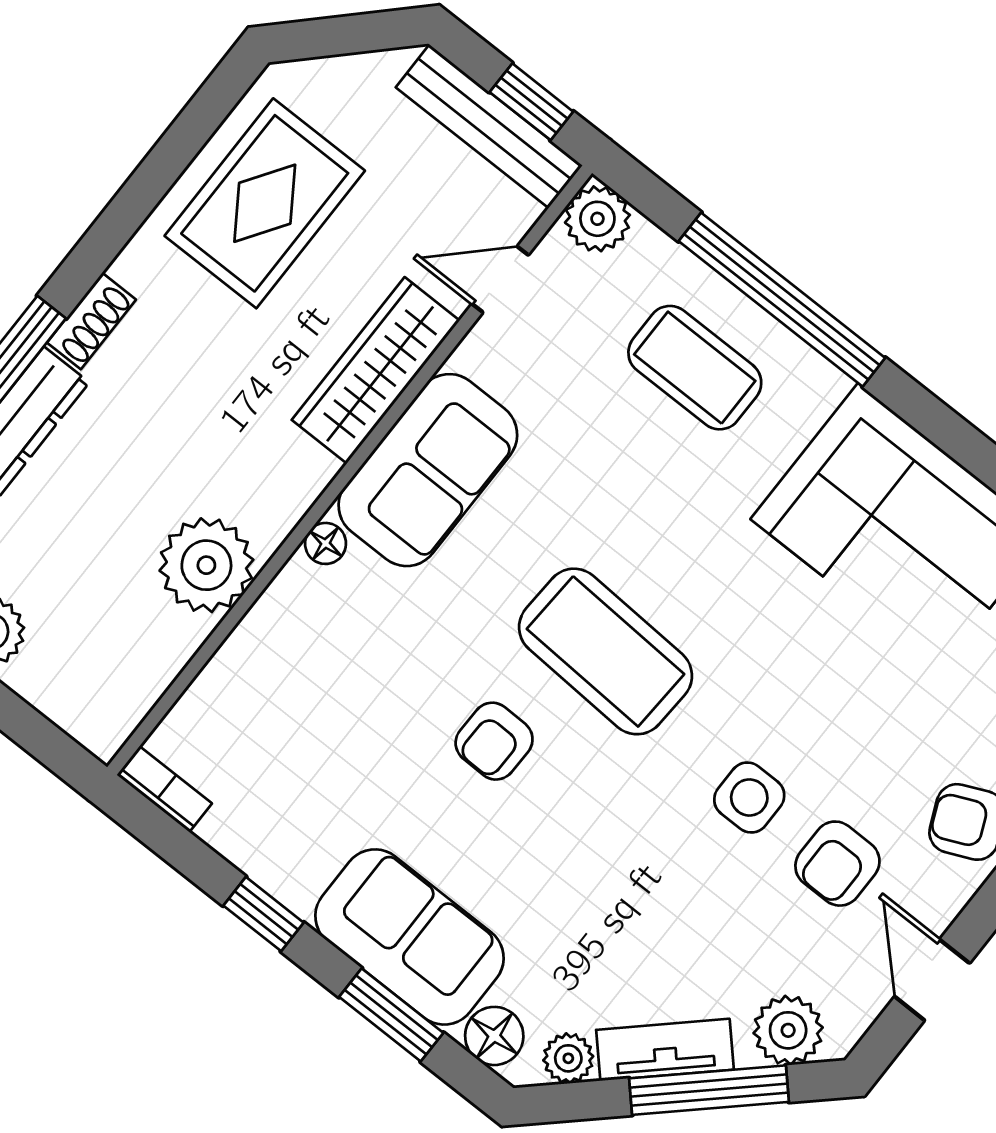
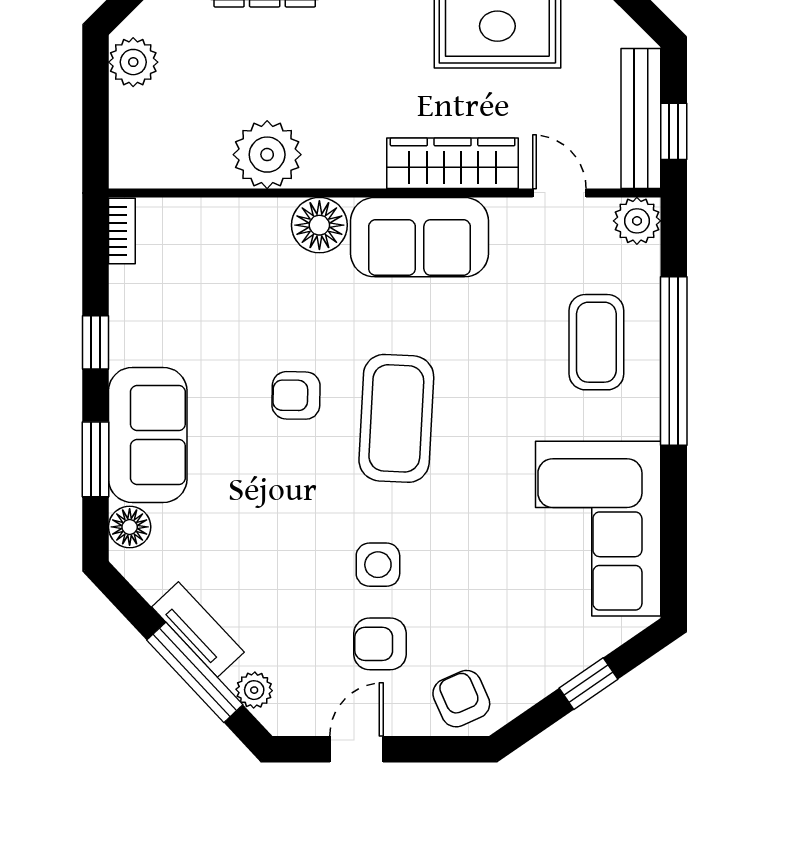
floor lamp: (325, 543) -> (319, 225), width x1.89, depth x1.89
plant: (788, 1030) -> (254, 690), width x0.73, depth x0.73
plant: (568, 1058) -> (150, 579), removed

